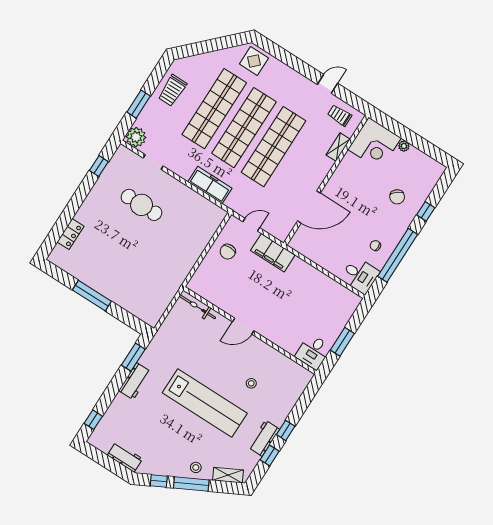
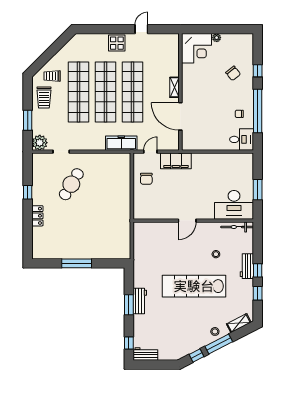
display table: (254, 61) -> (117, 43), moved
trolley: (340, 115) -> (52, 76), moved
shelving: (338, 147) -> (174, 87), moved
window: (99, 166) -> (28, 192), moved
freezer: (210, 185) -> (121, 143), moved
cafe table: (142, 205) -> (71, 184), turned -59
door: (309, 207) -> (180, 116), swing flipped
locker: (71, 234) -> (37, 216), moved
bicycle: (197, 307) -> (237, 227), moved
desk: (313, 352) -> (234, 205), width x1.87, depth x1.30
window: (133, 357) -> (129, 305), moved
lab bench: (205, 403) -> (194, 286), turned 180
workbench: (264, 438) -> (247, 266), moved
workbench: (125, 457) -> (145, 354), moved

